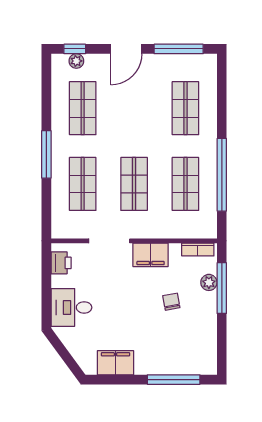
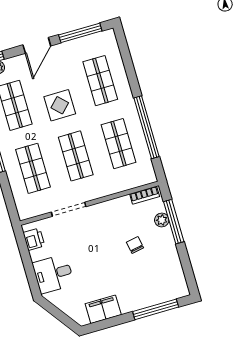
display table: (133, 123) -> (60, 105), added
filing cabinet: (151, 255) -> (107, 211), removed

